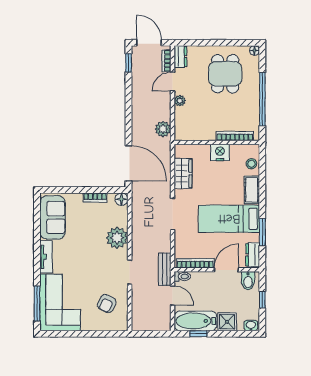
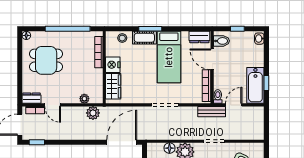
plant: (180, 101) -> (84, 99), moved
wardrobe: (183, 174) -> (113, 86), moved, turned 90
floor lamp: (122, 199) -> (169, 148), moved
window: (262, 232) -> (150, 29), moved
shower: (227, 322) -> (256, 59), removed

